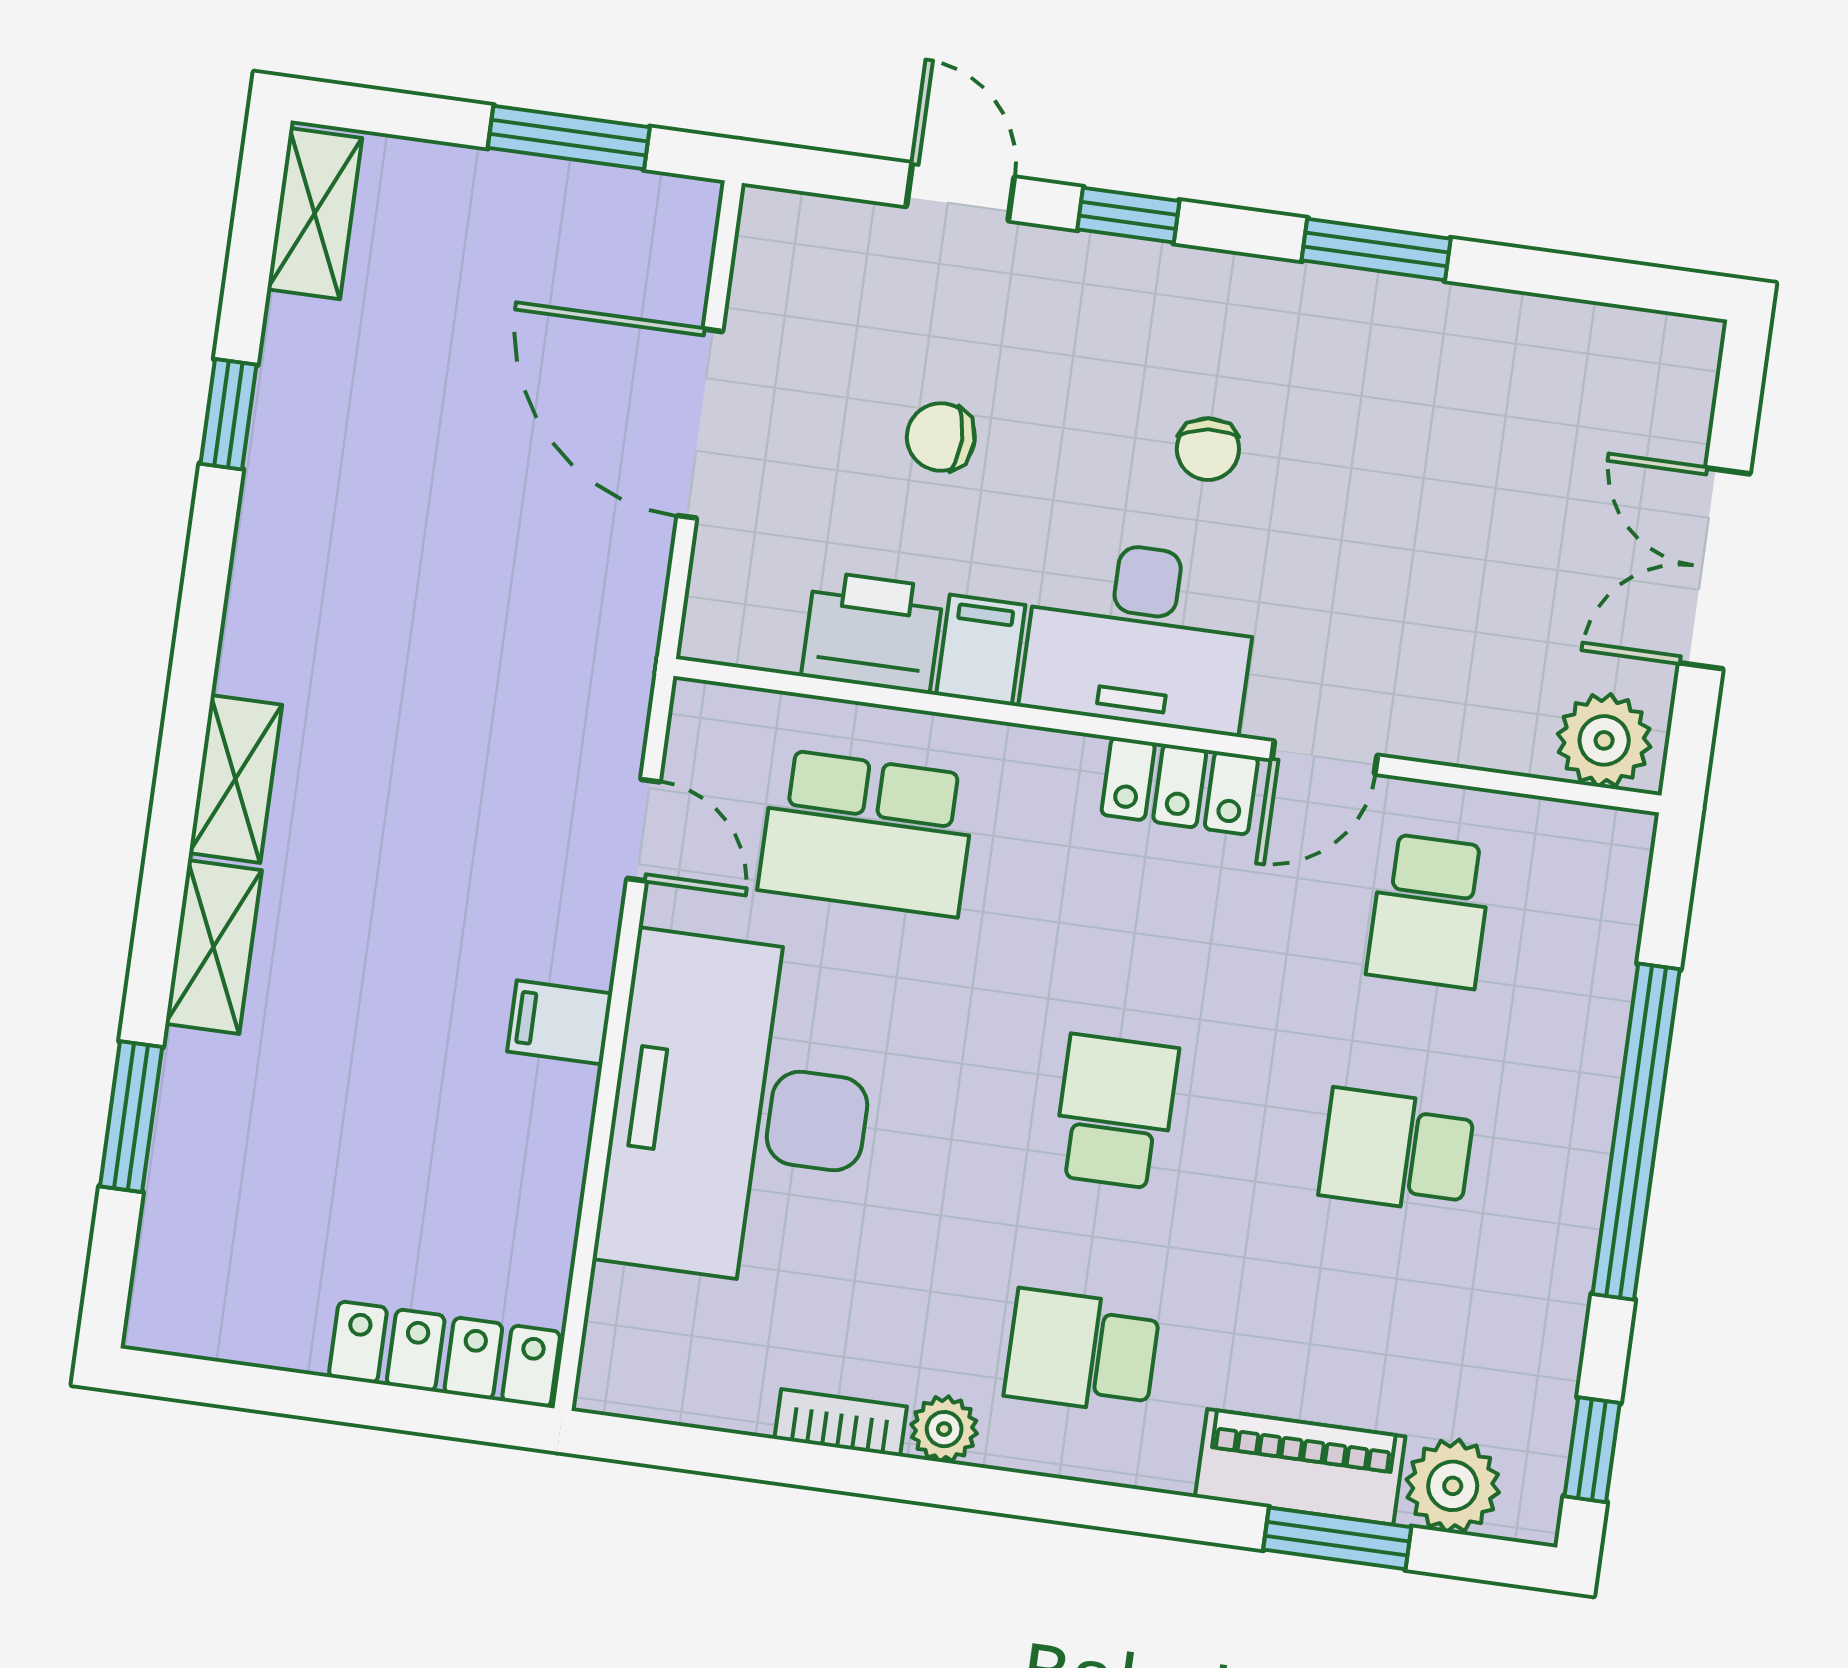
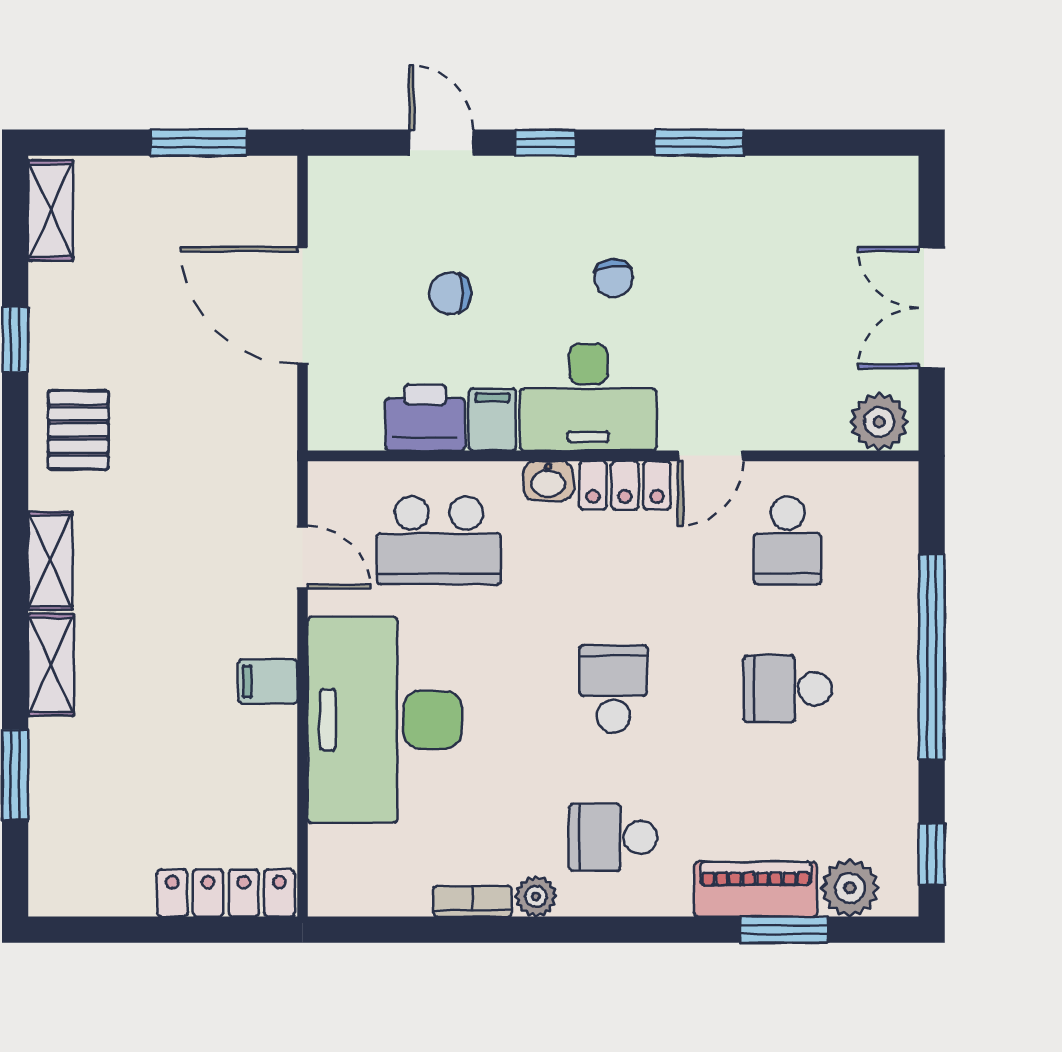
pallet: (310, 574) -> (78, 430), added
washbasin: (1057, 762) -> (548, 481), added

